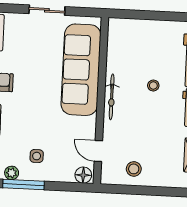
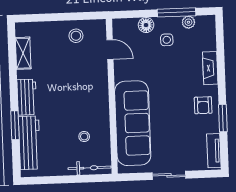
stool: (153, 85) -> (84, 136), moved
bicycle: (112, 97) -> (90, 168), moved, turned 90
floor lamp: (83, 175) -> (146, 25), moved

